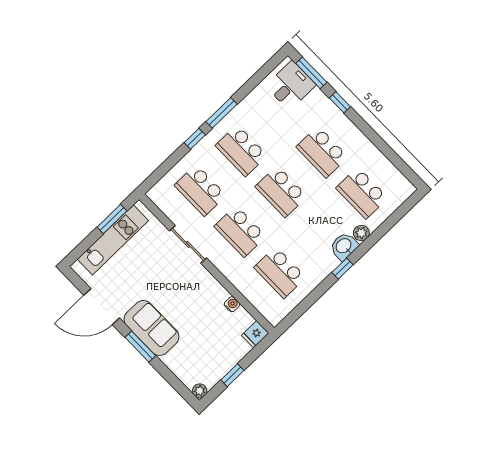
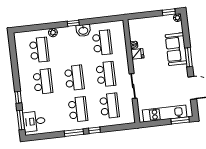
window: (112, 219) -> (180, 120), moved
washbasin: (344, 246) -> (83, 30), moved
sofa: (151, 328) -> (176, 49), moved
fridge: (255, 334) -> (137, 54), moved
window: (232, 375) -> (169, 12), moved

